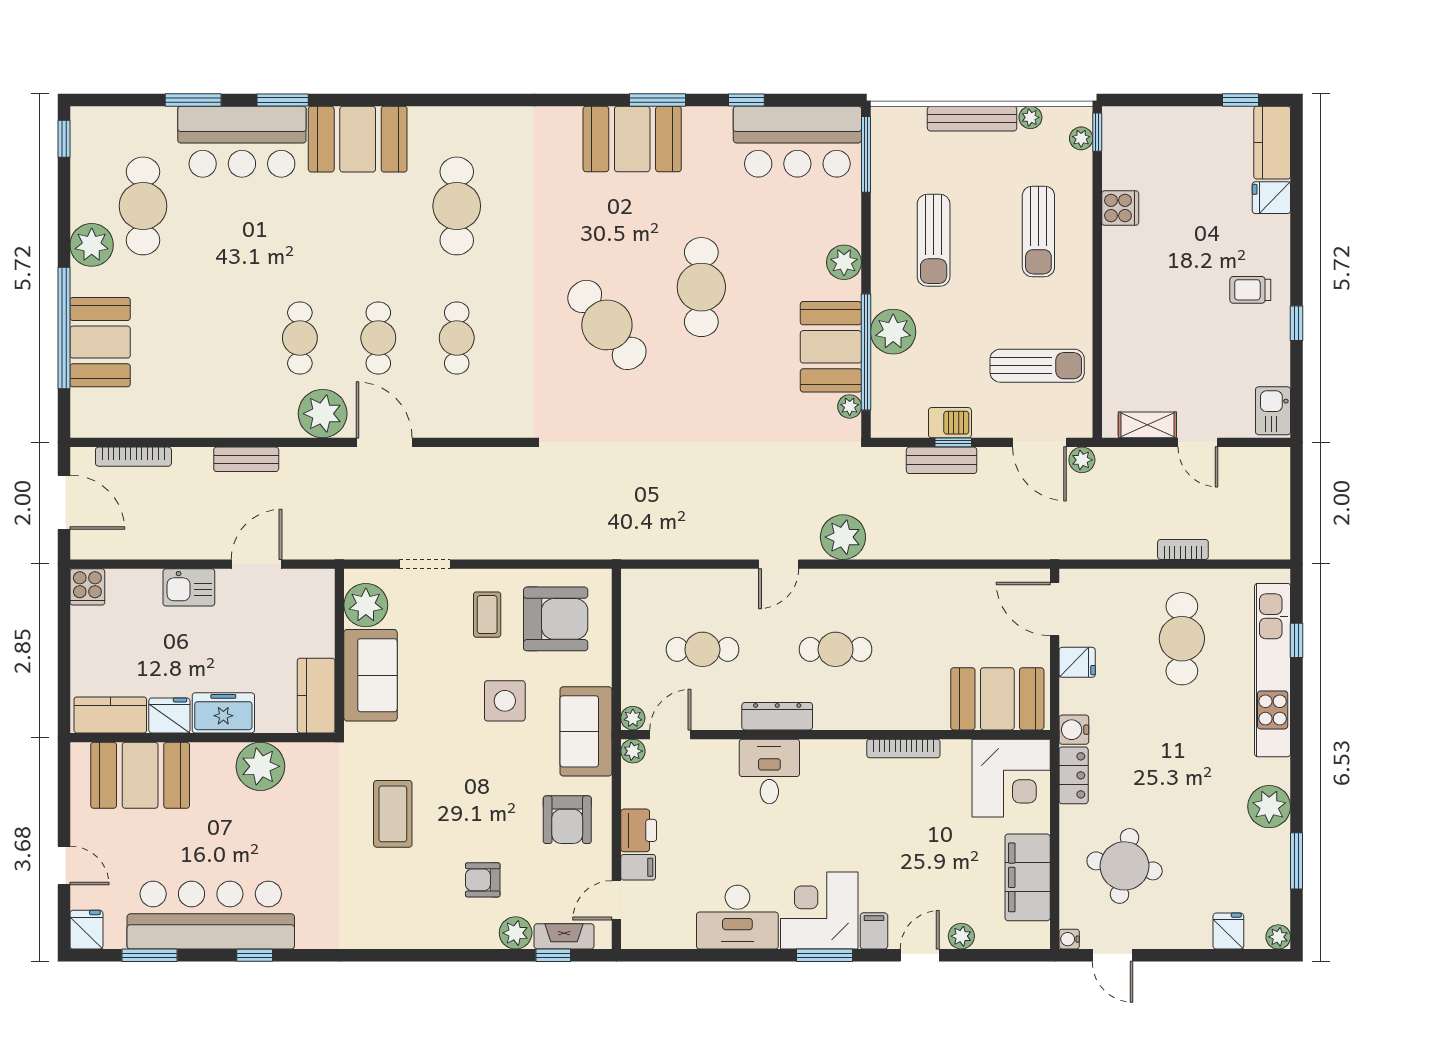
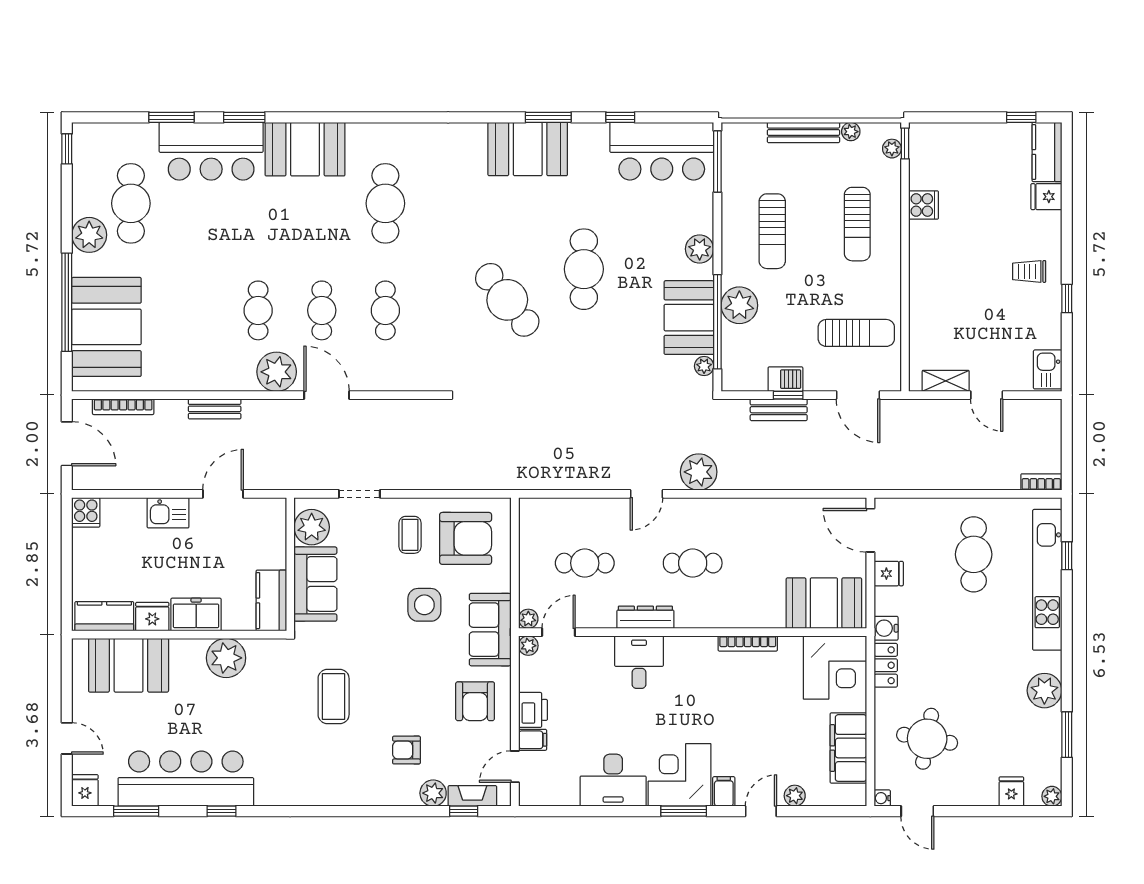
booth: (100, 342) -> (106, 327), width x1.36, depth x1.42
plant: (1082, 460) -> (893, 409), removed
bookcase: (1183, 549) -> (1041, 482), moved

